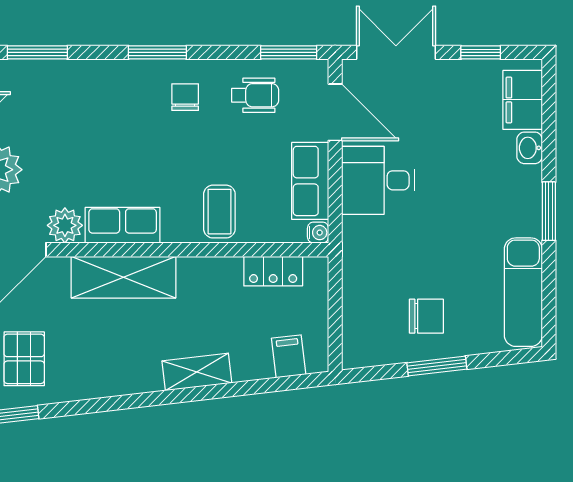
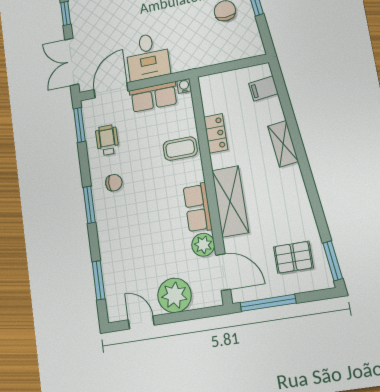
chair: (185, 97) -> (114, 183), turned 180
locker: (273, 271) -> (216, 133), moved

